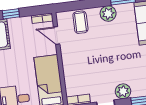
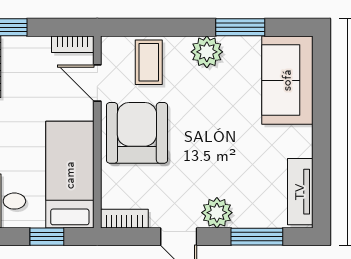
armchair: (79, 57) -> (137, 133), added

